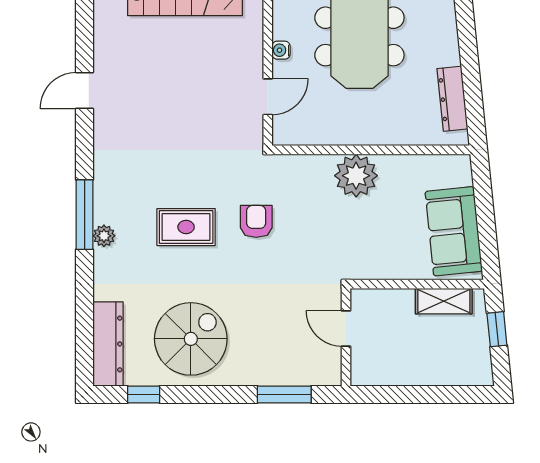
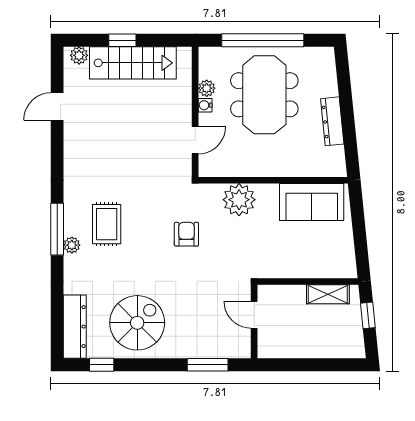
plant: (283, 28) -> (207, 88), added
door: (85, 90) -> (57, 107), moved
dresser: (452, 99) -> (332, 121), moved
plant: (356, 176) -> (239, 200), moved
rug: (186, 227) -> (107, 224), moved, turned 90
sofa: (454, 231) -> (312, 202), moved, turned -84

